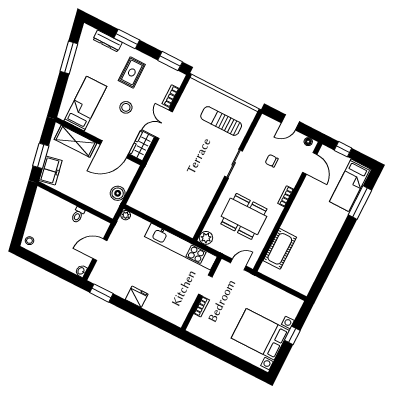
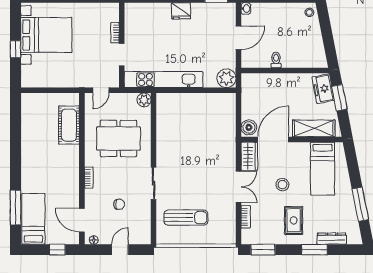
boiler: (118, 193) -> (249, 127), moved
plant: (126, 215) -> (226, 78), width x1.88, depth x1.88

